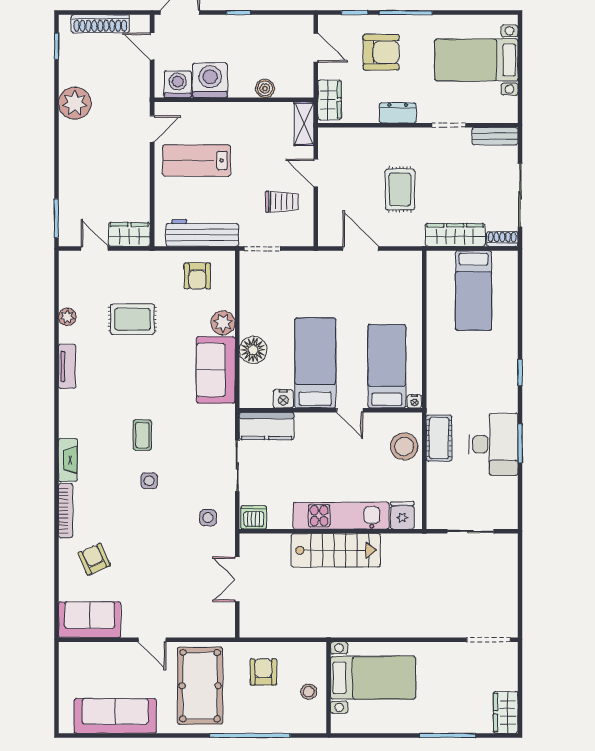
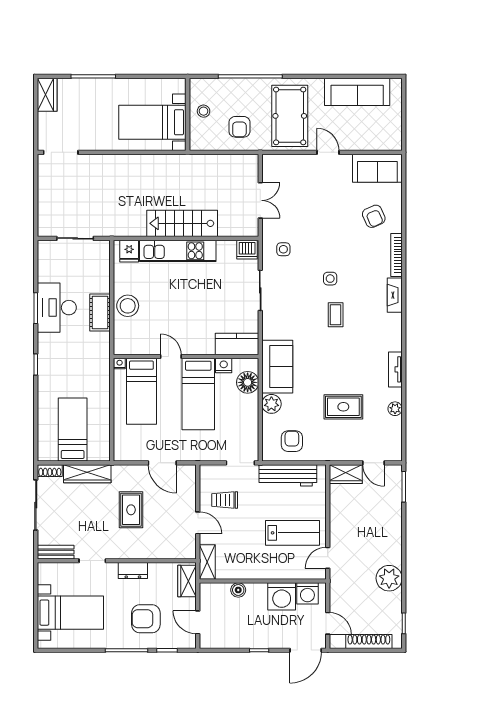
bed: (315, 363) -> (198, 394), moved
bed: (387, 366) -> (141, 391), moved
nightstand: (283, 399) -> (224, 366), moved
nightstand: (414, 401) -> (120, 364), moved
wall: (331, 410) -> (186, 357), moved
door: (350, 410) -> (171, 357), moved
kitchen counter: (267, 426) -> (237, 344), moved

